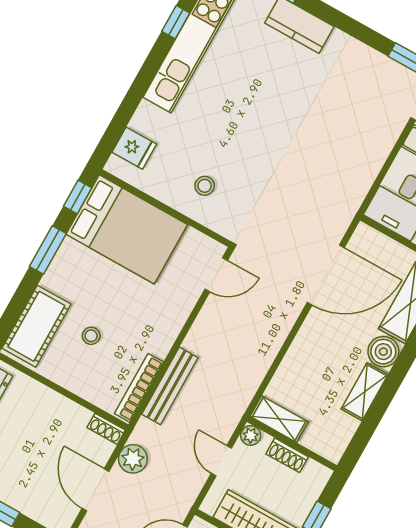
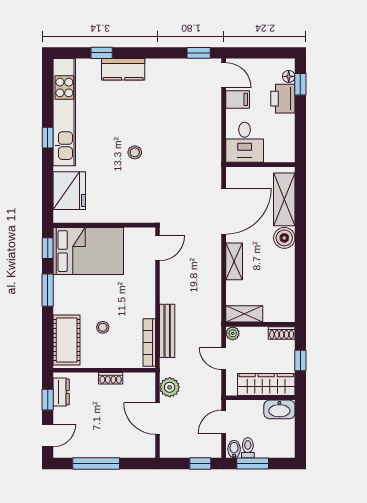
window: (176, 22) -> (48, 138), moved
fridge: (134, 148) -> (69, 191), width x1.88, depth x1.34
stool: (205, 186) -> (135, 152), moved
shelving: (365, 392) -> (234, 261), moved
shoe rack: (106, 429) -> (111, 378), moved
shoe rack: (287, 455) -> (282, 333), moved

